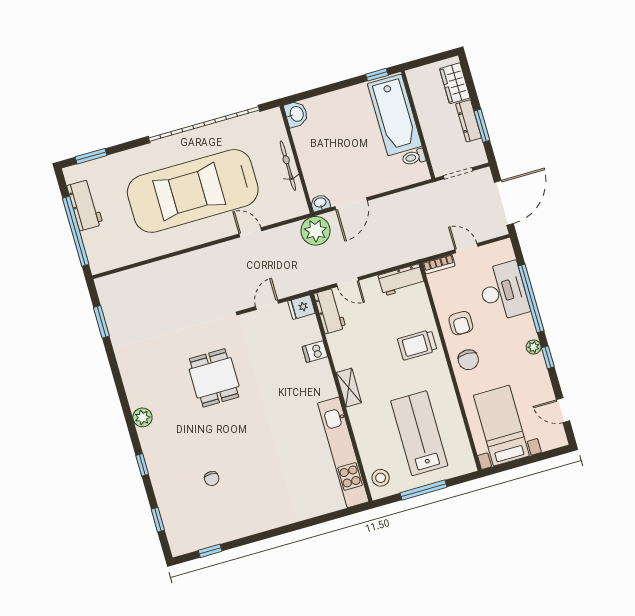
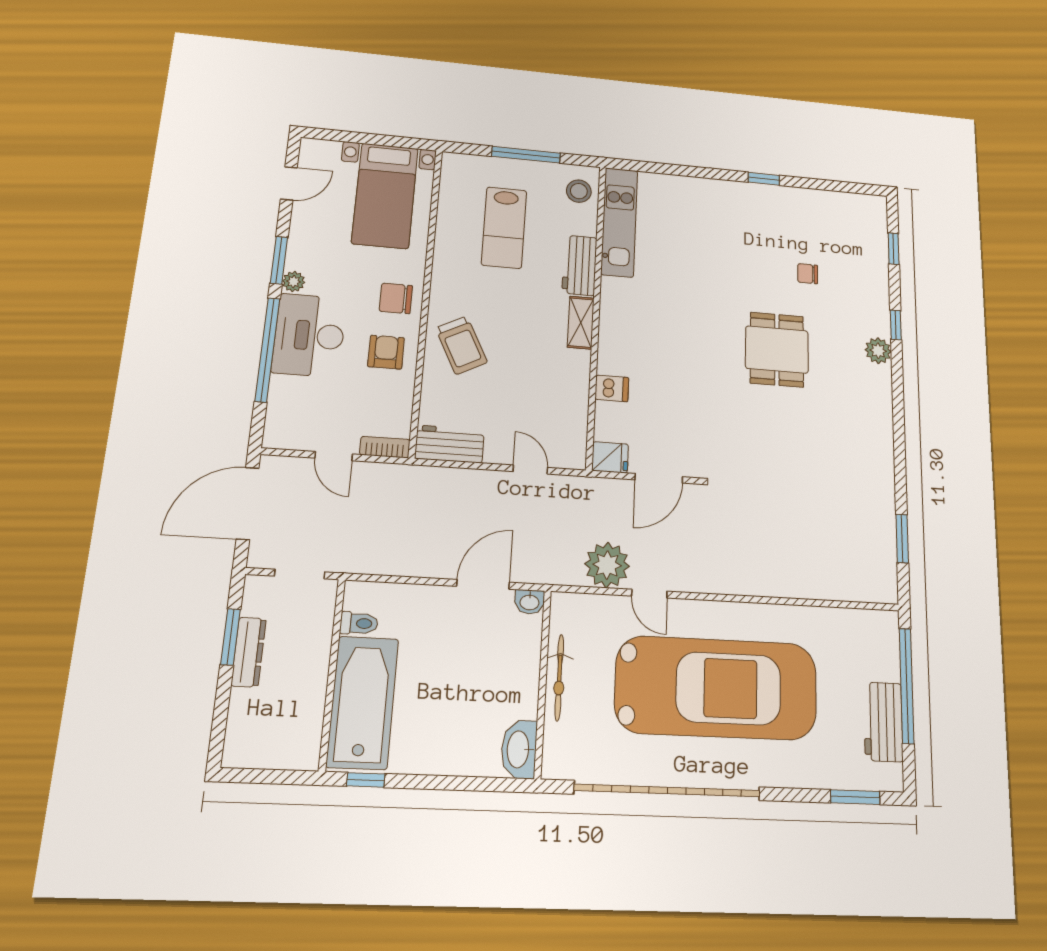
wardrobe: (455, 83) -> (245, 722), removed
washbasin: (296, 114) -> (519, 749), width x1.38
plant: (316, 231) -> (607, 565), moved
desk: (503, 291) -> (309, 335), moved
door: (267, 305) -> (659, 478), width x1.37
workbench: (330, 311) -> (580, 265), moved
trolley: (417, 345) -> (461, 345), turned 63
window: (548, 357) -> (279, 260), width x1.50
chair: (468, 360) -> (396, 298), turned -90
dining table: (214, 378) -> (777, 350), moved
door: (563, 410) -> (289, 183), hinge flipped
plant: (142, 417) -> (878, 351), moved
lab bench: (419, 433) -> (504, 228), width x0.73, depth x0.72
kitchen unit: (343, 452) -> (619, 222), width x0.73
chair: (212, 479) -> (808, 274), turned -90
window: (210, 551) -> (764, 179), moved

